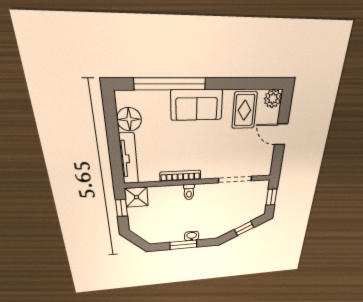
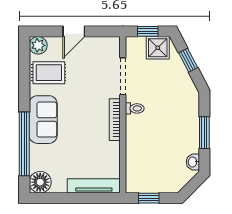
floor lamp: (129, 119) -> (40, 182), moved
bookcase: (180, 176) -> (115, 120), moved
toilet: (189, 192) -> (135, 108), moved
shower: (136, 197) -> (158, 48), moved
washbasin: (192, 236) -> (193, 162), moved

